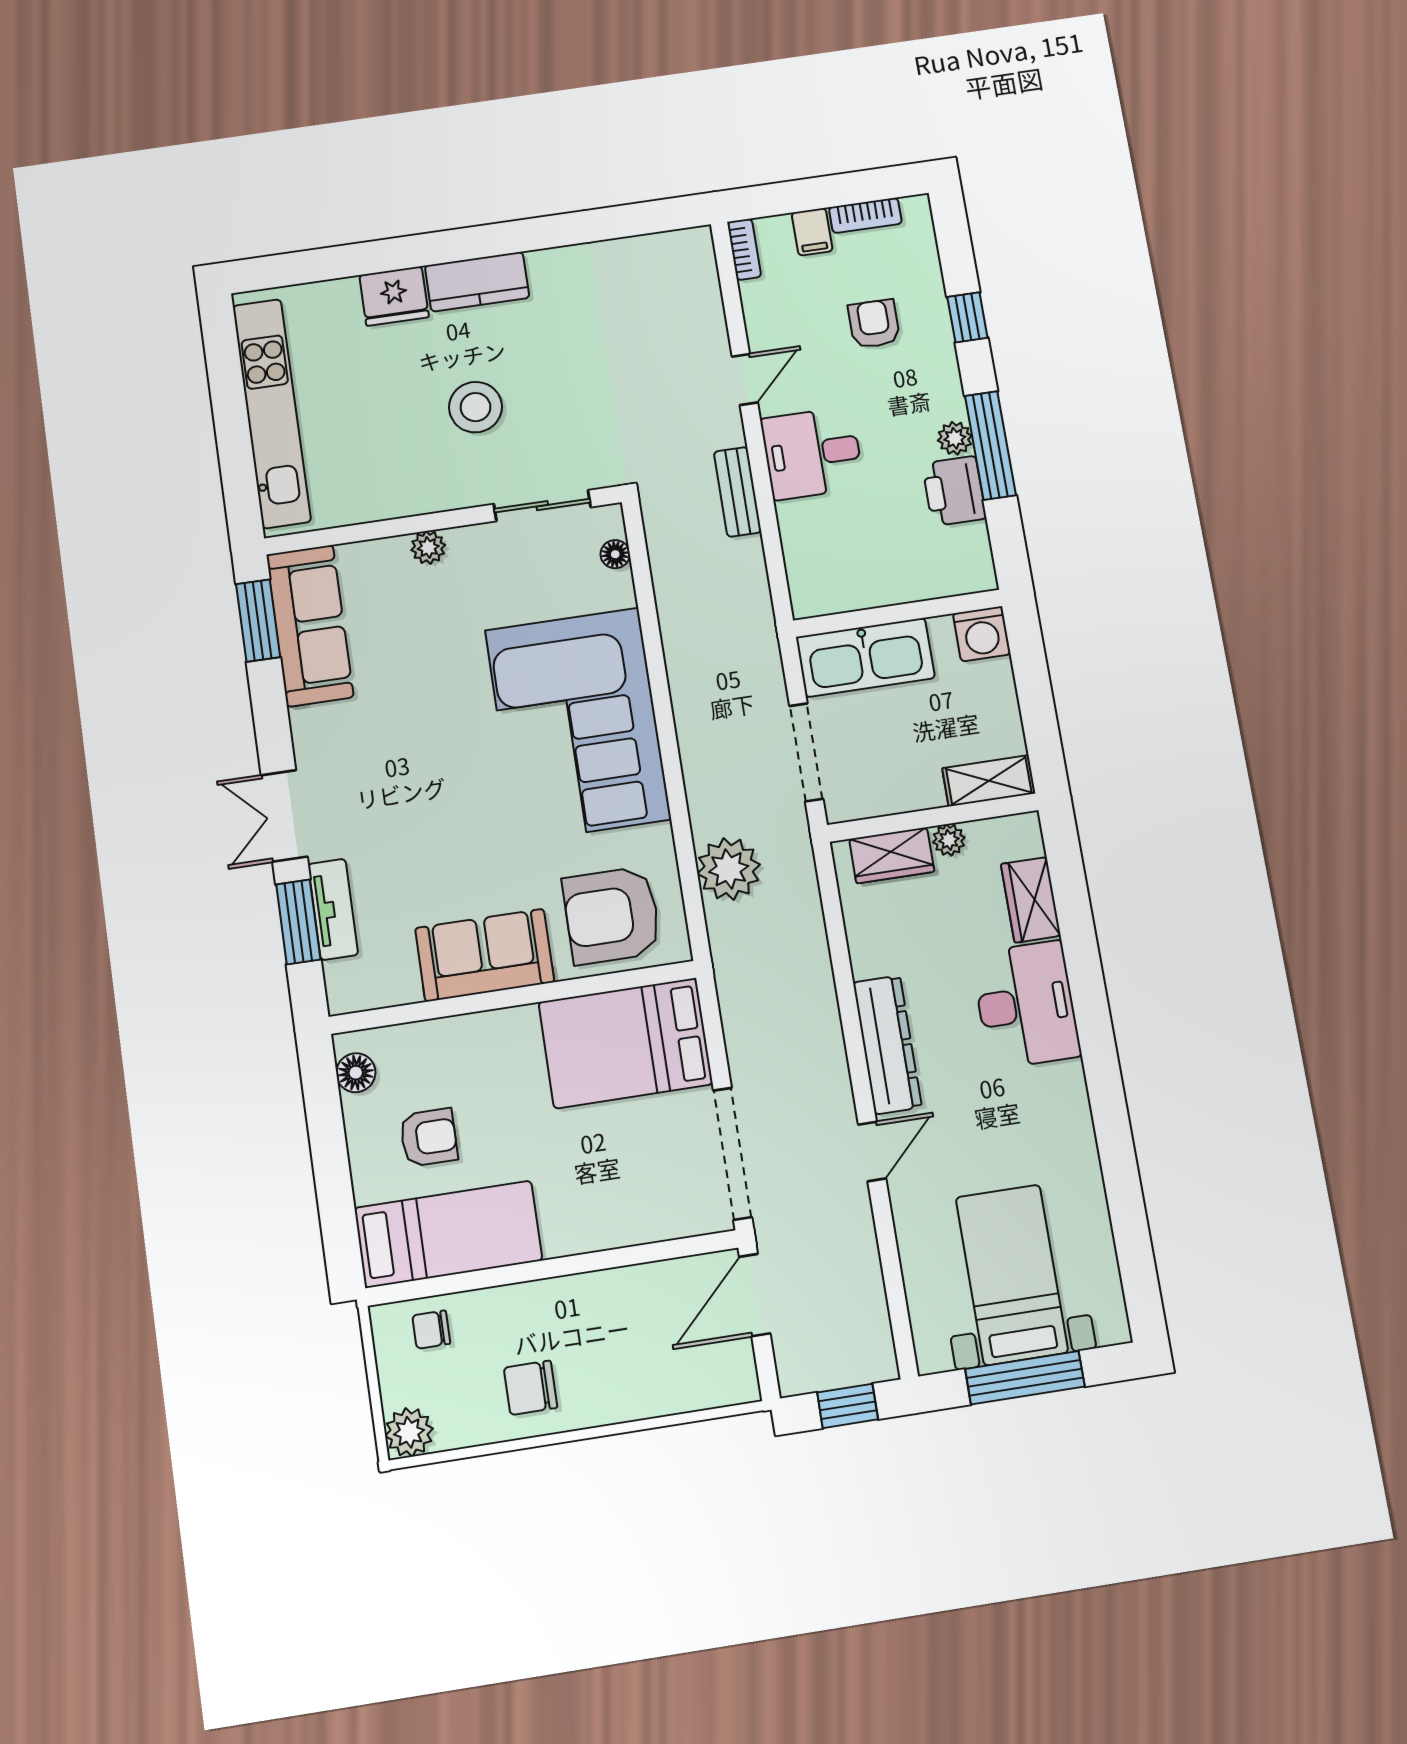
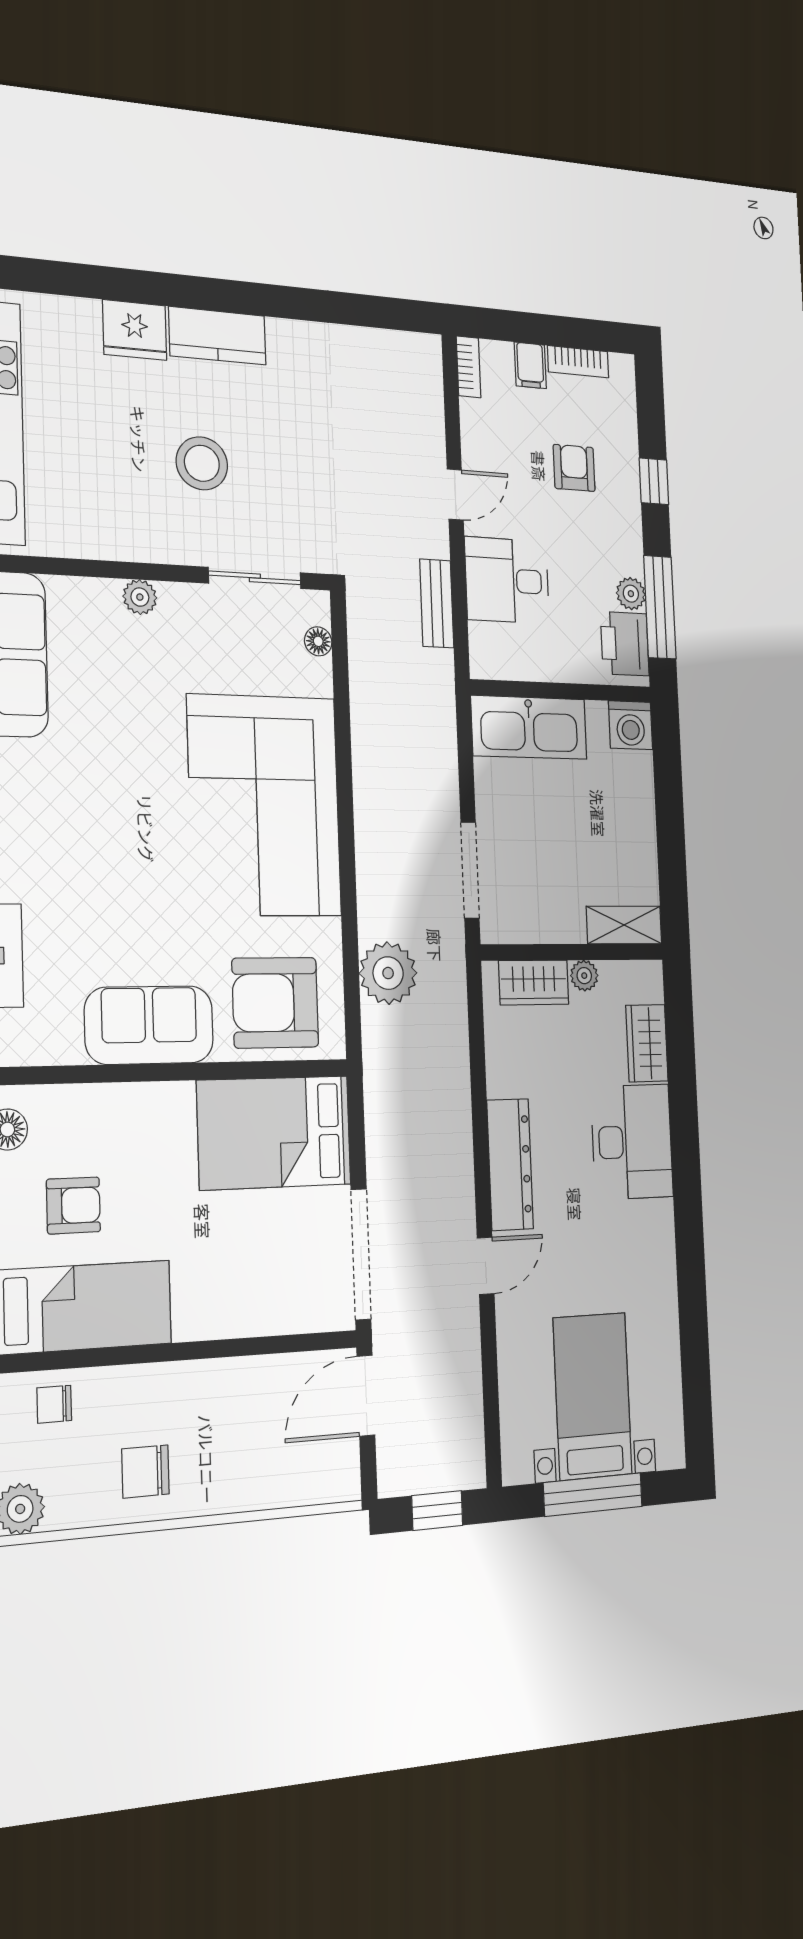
wall: (898, 613) -> (562, 691), moved
washing machine: (982, 634) -> (631, 725), moved
kitchen sink: (865, 657) -> (529, 727), moved

